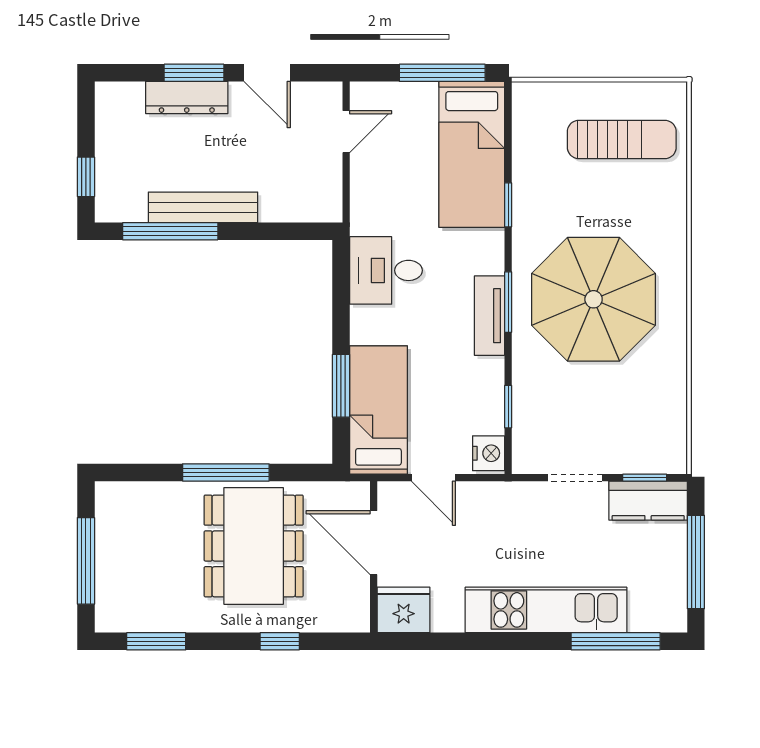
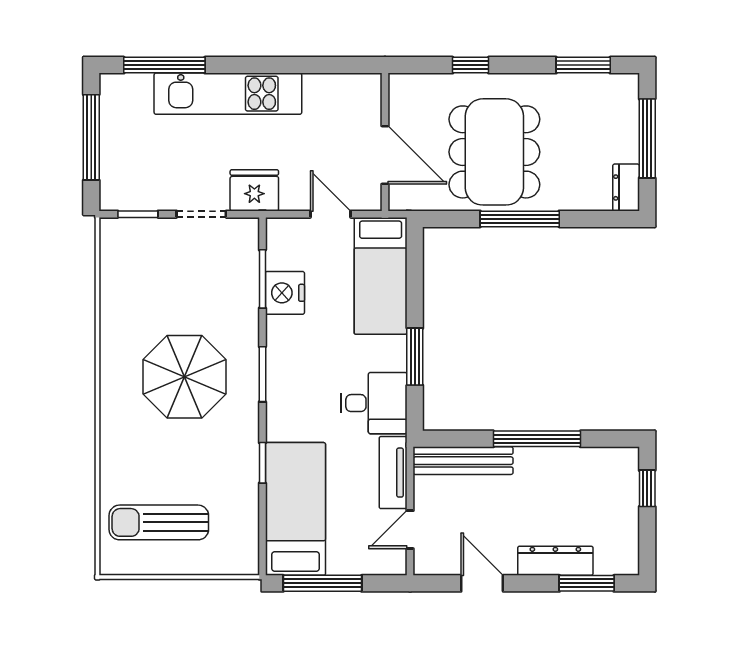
window: (194, 73) -> (587, 583), moved
bench: (203, 207) -> (463, 461), moved
window: (170, 231) -> (537, 439), moved
parasol: (594, 299) -> (185, 377), width x0.73, depth x0.73
tv unit: (489, 316) -> (393, 473), moved, turned 180
window: (341, 386) -> (415, 357), moved
window: (508, 407) -> (262, 279), width x1.50
nightstand: (489, 453) -> (285, 293), moved, width x1.36, depth x1.33
kitchen counter: (648, 501) -> (135, 193), removed
dresser: (109, 507) -> (626, 187), added
fridge: (404, 610) -> (254, 190), moved, turned 180

